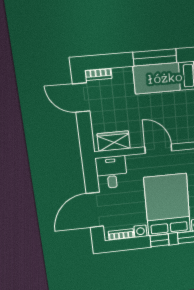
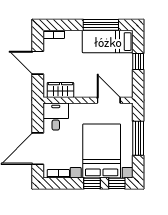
door: (81, 98) -> (38, 63), moved
door: (158, 149) -> (109, 100), moved

